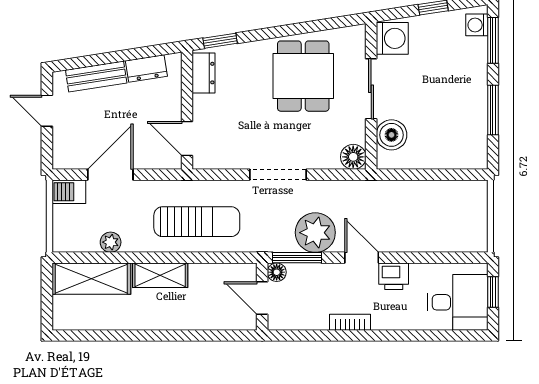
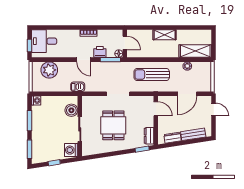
washing machine: (477, 25) -> (36, 101), moved
dining table: (303, 76) -> (113, 125), moved
door: (47, 111) -> (214, 110), moved
floor lamp: (353, 157) -> (87, 101), removed
barbecue: (69, 192) -> (78, 87), moved
plant: (315, 233) -> (49, 70), moved
shelving: (160, 275) -> (165, 35), moved
printer: (394, 276) -> (100, 52), moved

